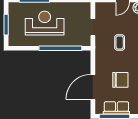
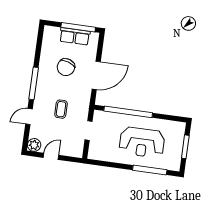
chair: (120, 80) -> (66, 67), turned -72
door: (93, 87) -> (96, 75), moved

